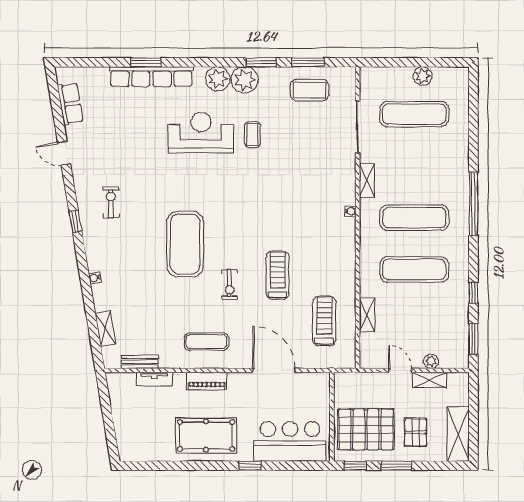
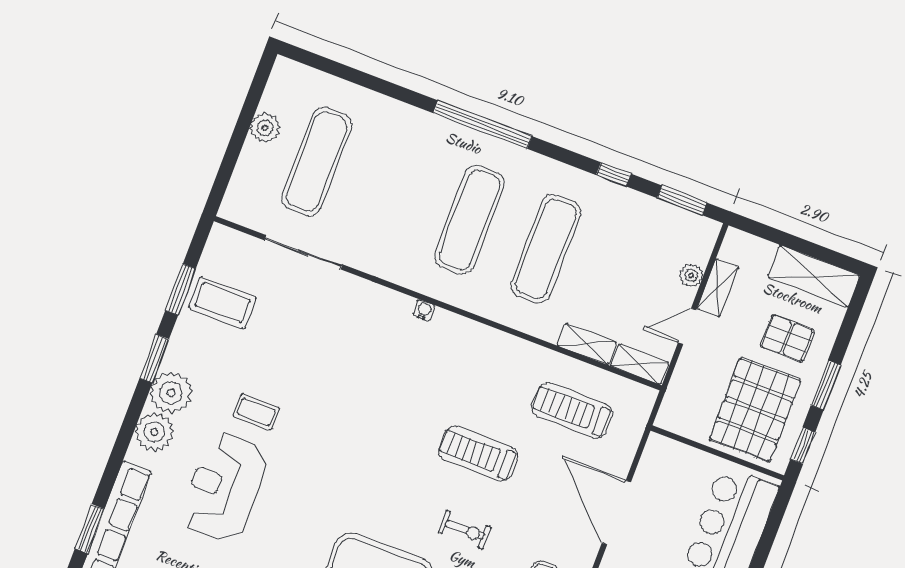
coffee table: (310, 90) -> (222, 303), turned 90
shelving: (367, 180) -> (640, 364), moved
door: (274, 370) -> (616, 512), hinge flipped

